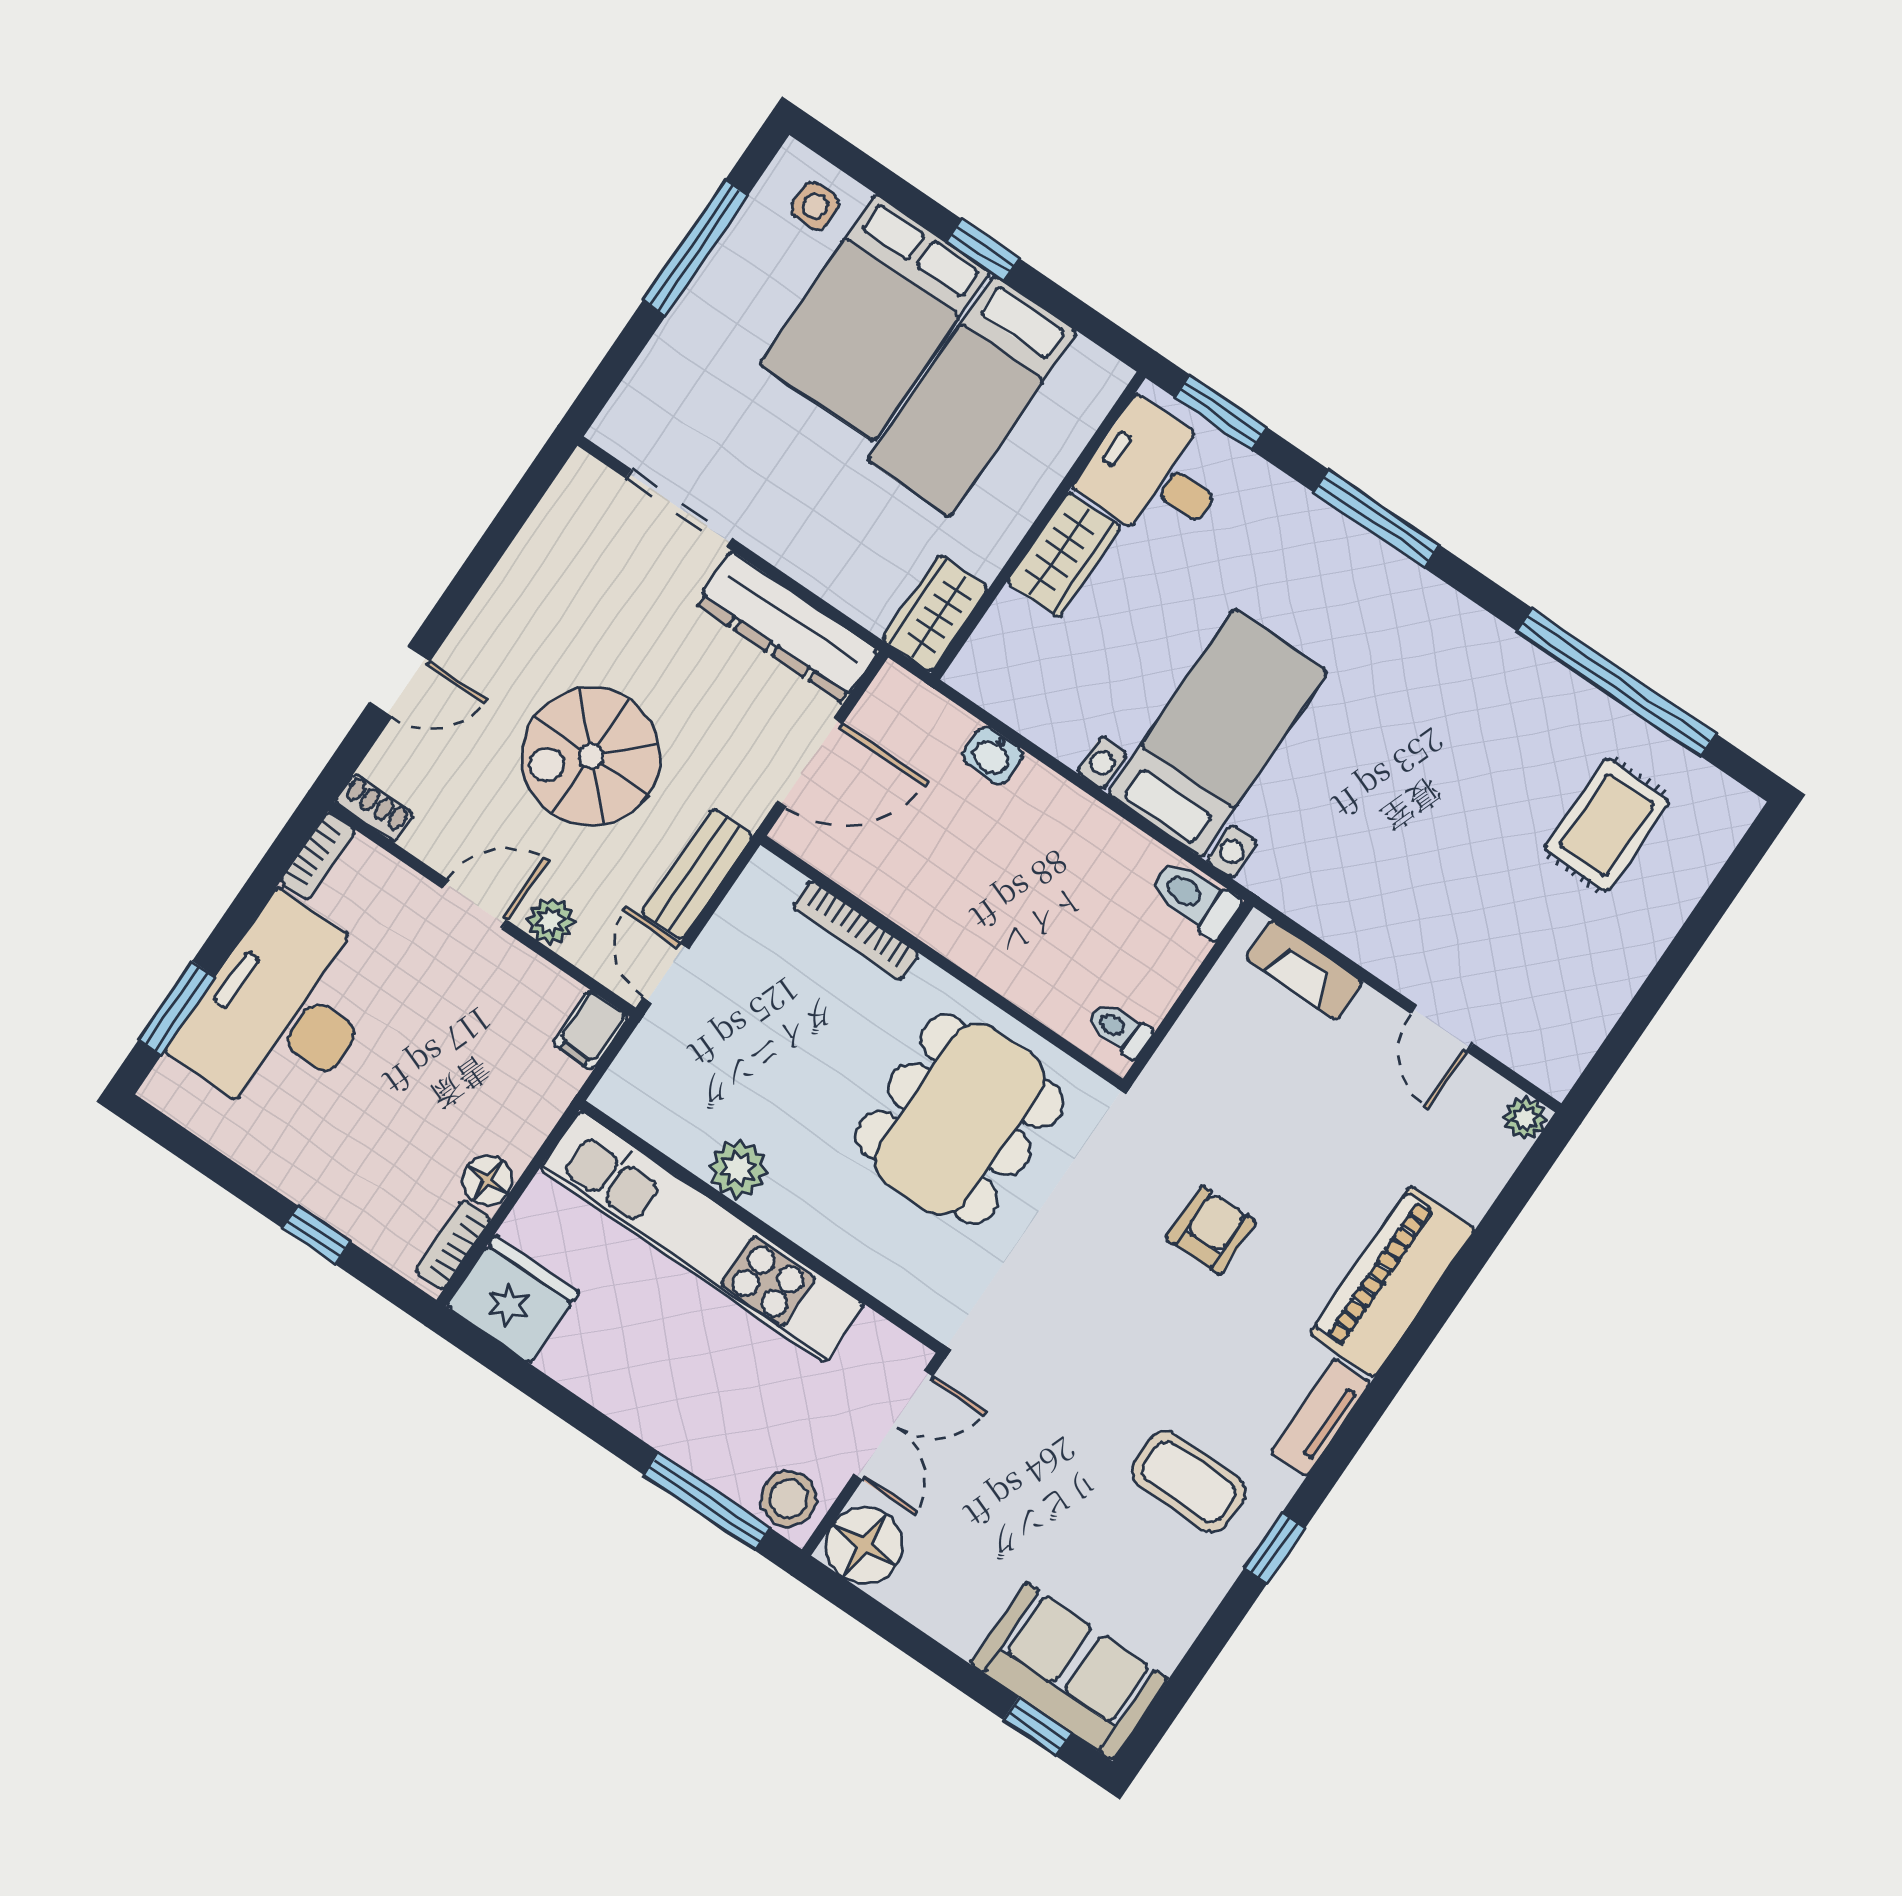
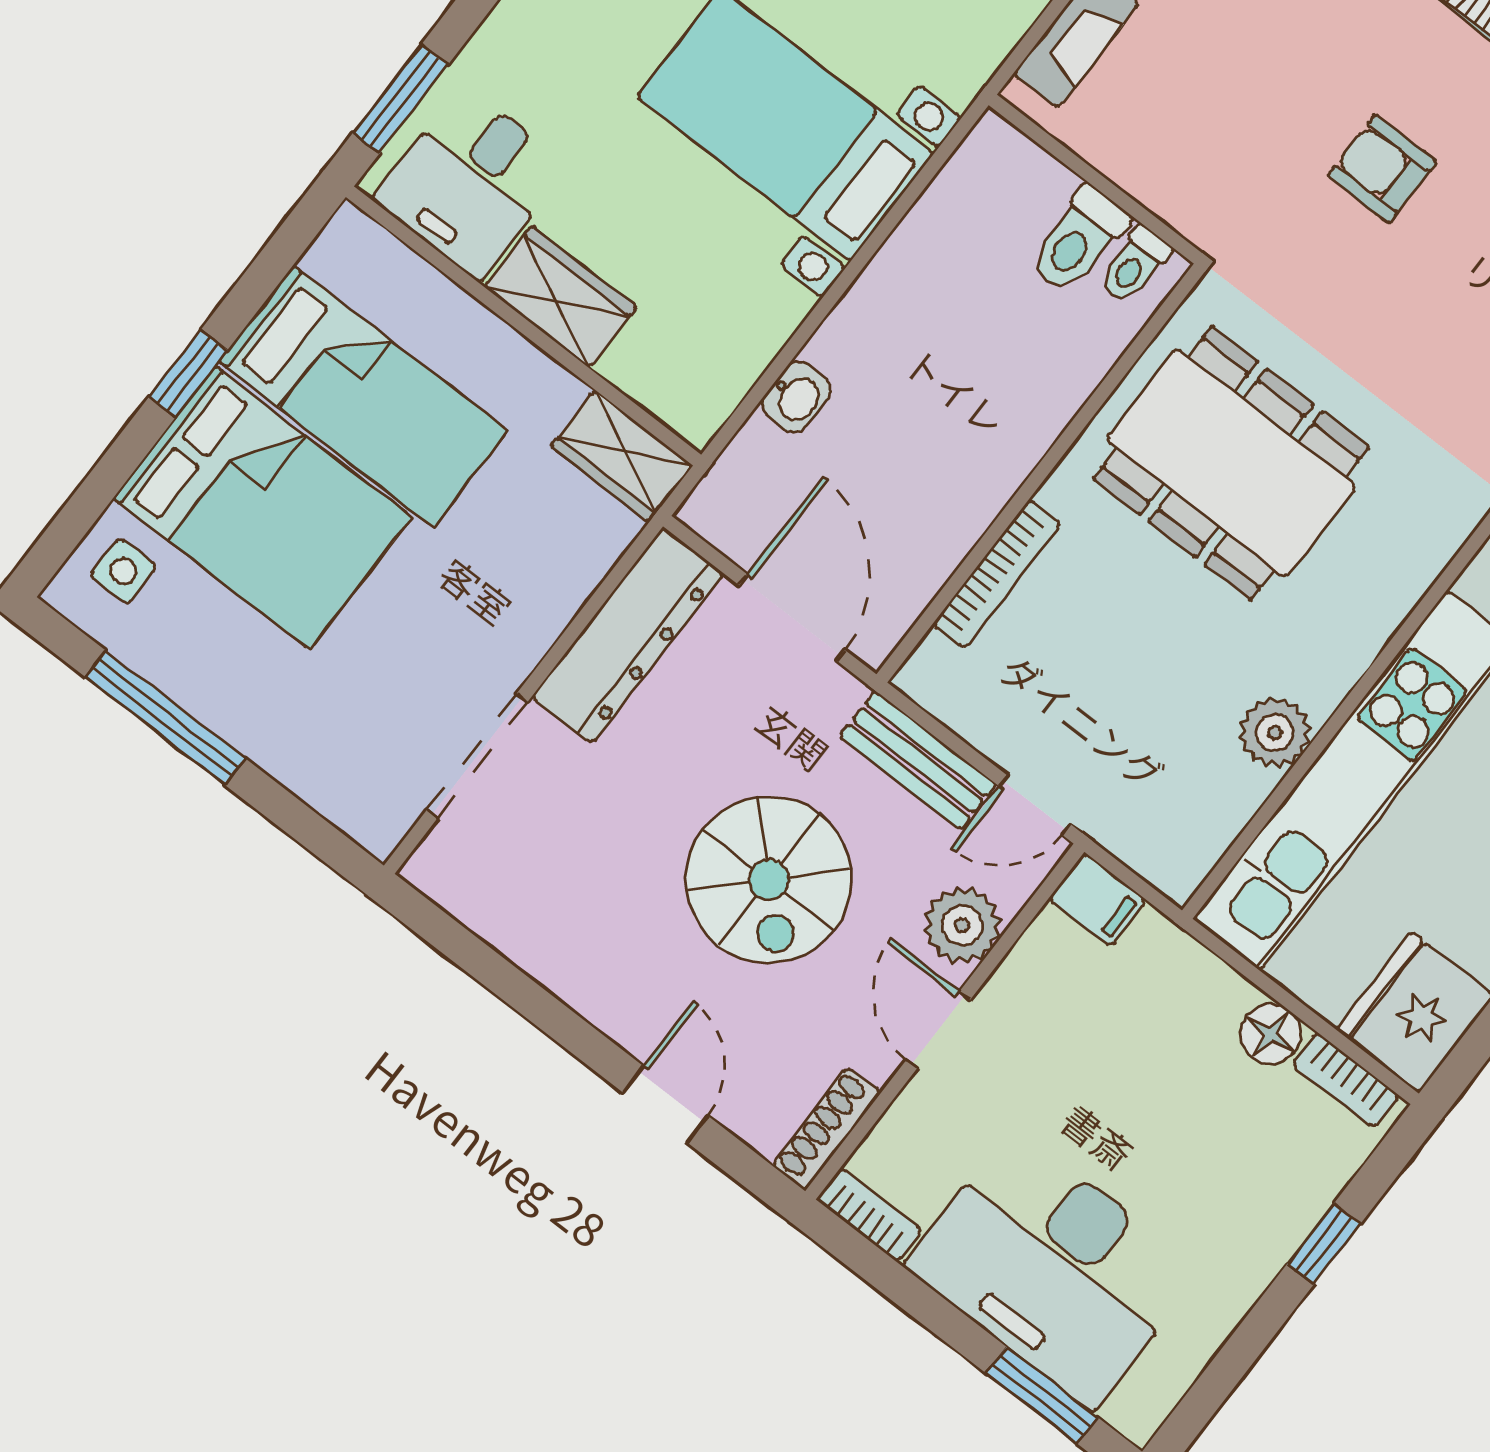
shoe rack: (374, 808) -> (827, 1129), width x1.43
toilet: (1194, 898) -> (1078, 240), moved
plant: (551, 921) -> (962, 925), width x1.38, depth x1.38

